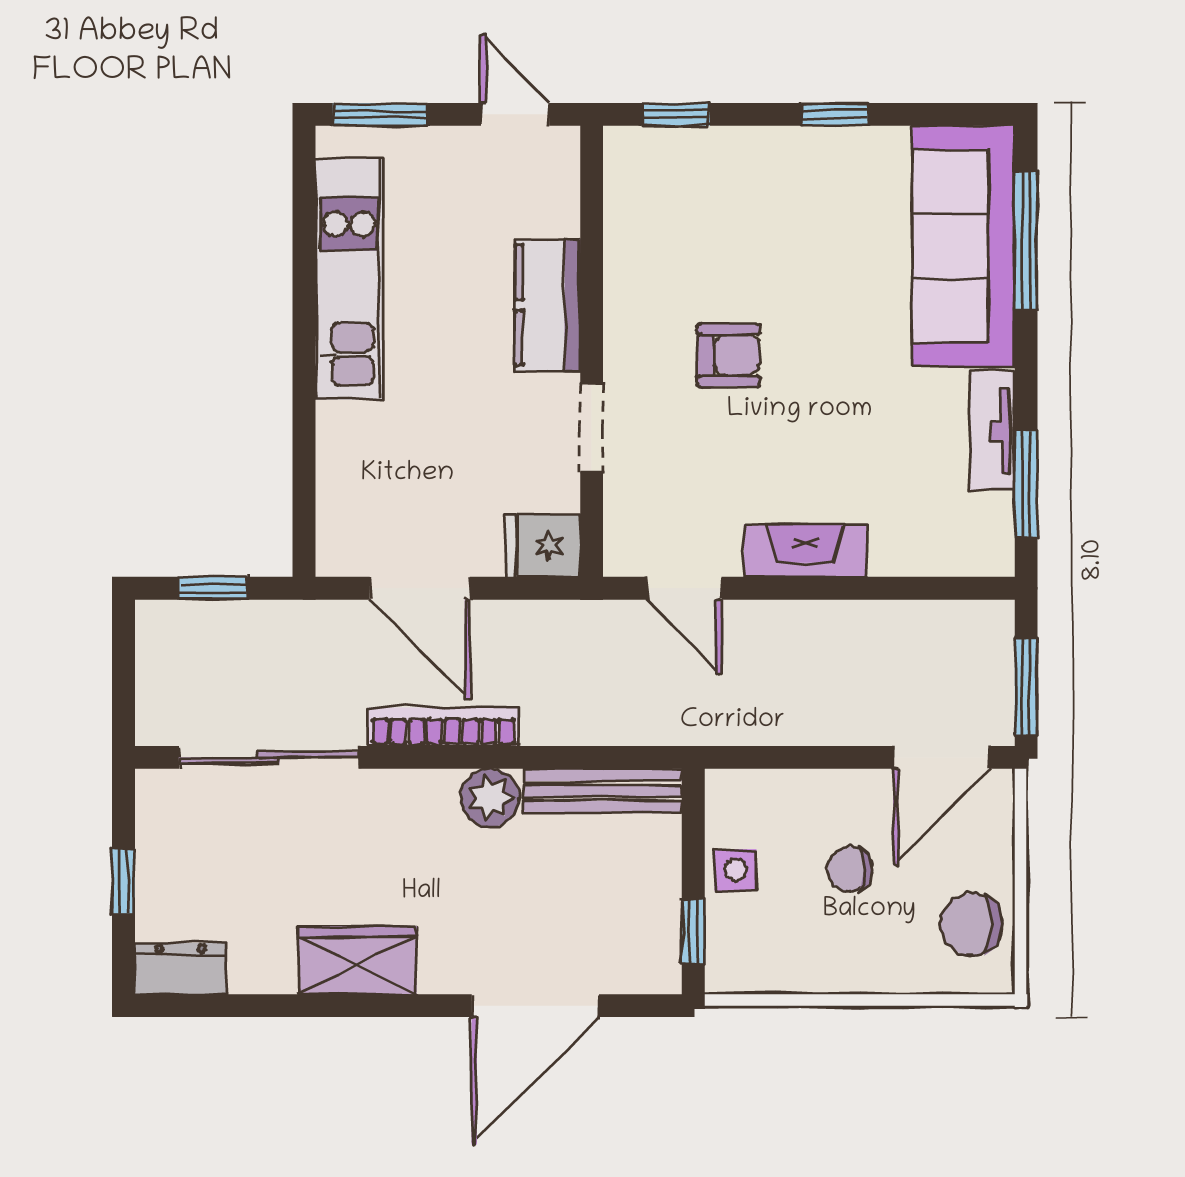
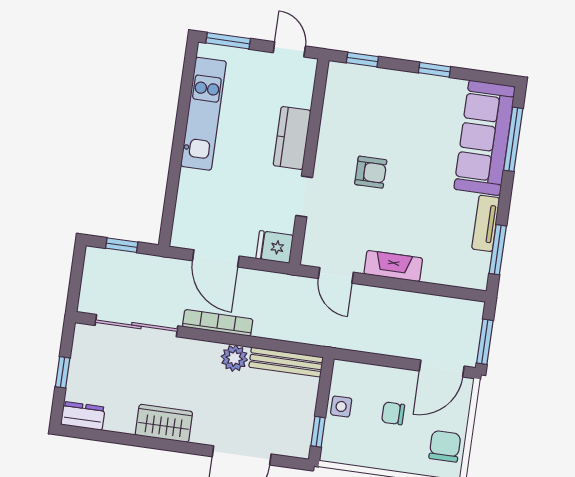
chair: (972, 924) -> (445, 446), turned 90

